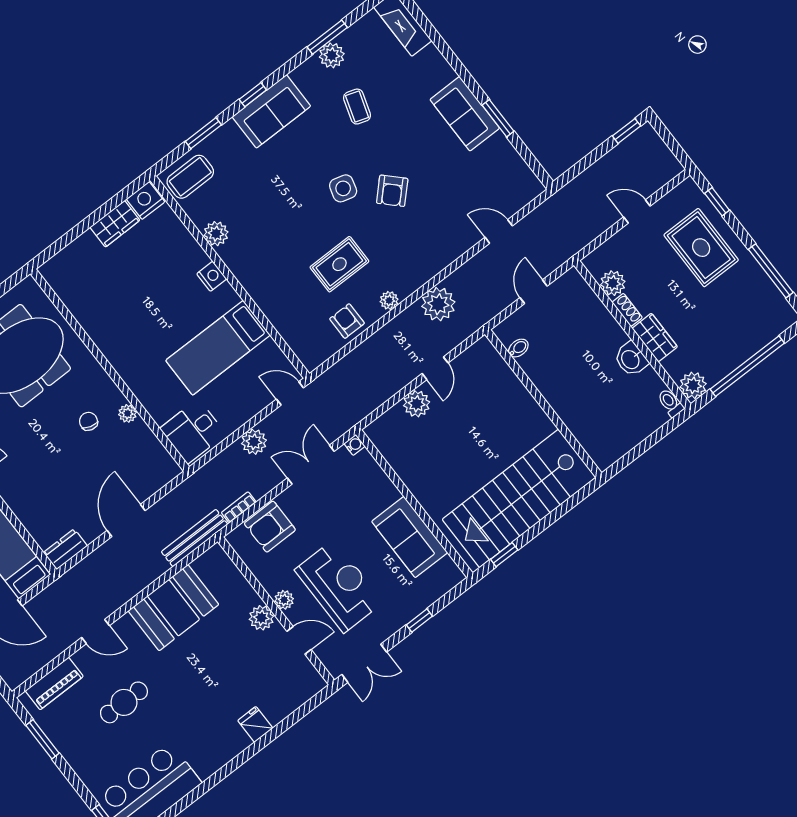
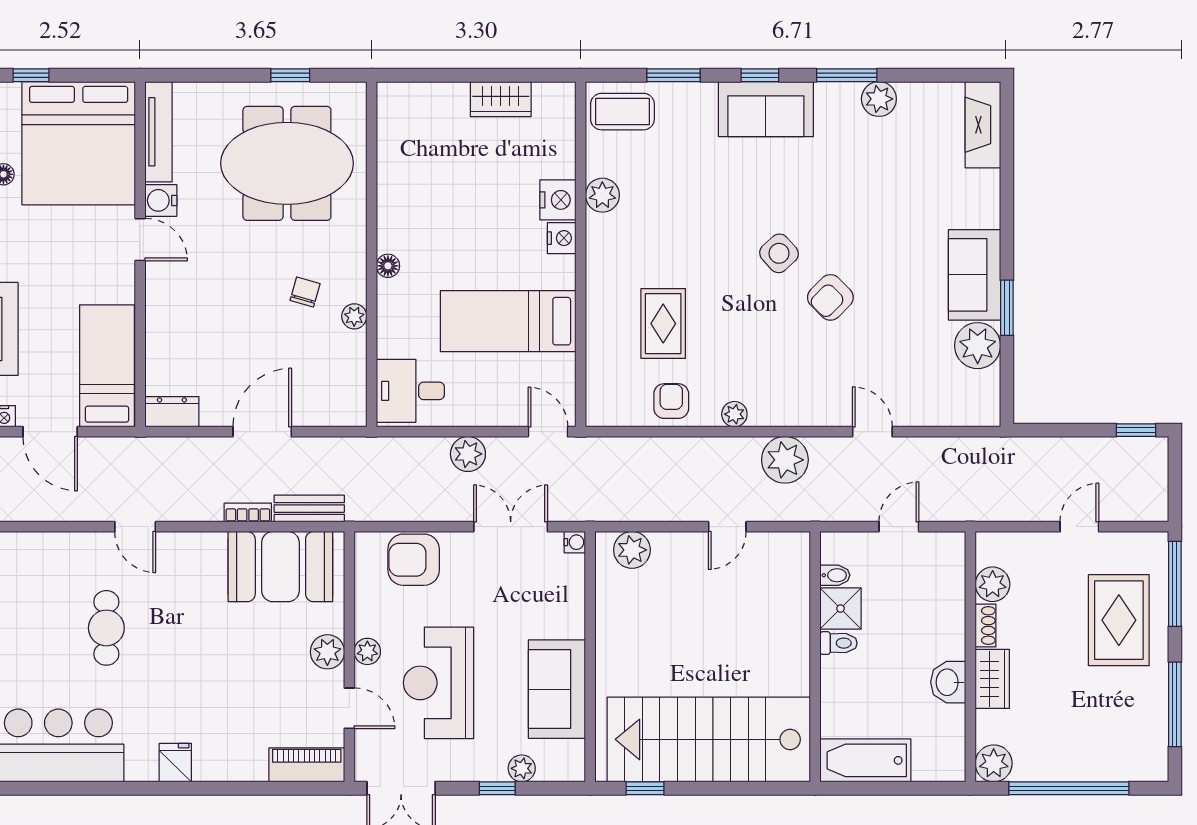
window: (327, 37) -> (847, 75), moved
coffee table: (357, 107) -> (863, 176), removed
plant: (498, 153) -> (978, 346), added
side table: (343, 188) -> (779, 253), turned 32
nightstand: (145, 200) -> (558, 200), moved, turned 90
window: (717, 202) -> (1175, 584), width x2.17
door: (637, 212) -> (1079, 527), hinge flipped
door: (499, 232) -> (872, 432), moved
rug: (339, 264) -> (663, 324), moved, turned 90
shower: (536, 365) -> (841, 609), added
floor lamp: (124, 369) -> (388, 266), added
toilet: (670, 403) -> (839, 643), moved, turned 90
plant: (417, 404) -> (632, 550), moved
bathtub: (618, 441) -> (865, 760), added
bookcase: (239, 507) -> (248, 513), moved
bench: (195, 538) -> (309, 509), width x0.73
reception desk: (339, 586) -> (438, 683), turned 180
plant: (425, 598) -> (522, 768), added
booth: (173, 608) -> (280, 567), moved
piano: (54, 683) -> (307, 765), moved, turned 180
cafe table: (124, 702) -> (106, 628), turned 90
fridge: (255, 724) -> (175, 763), moved

